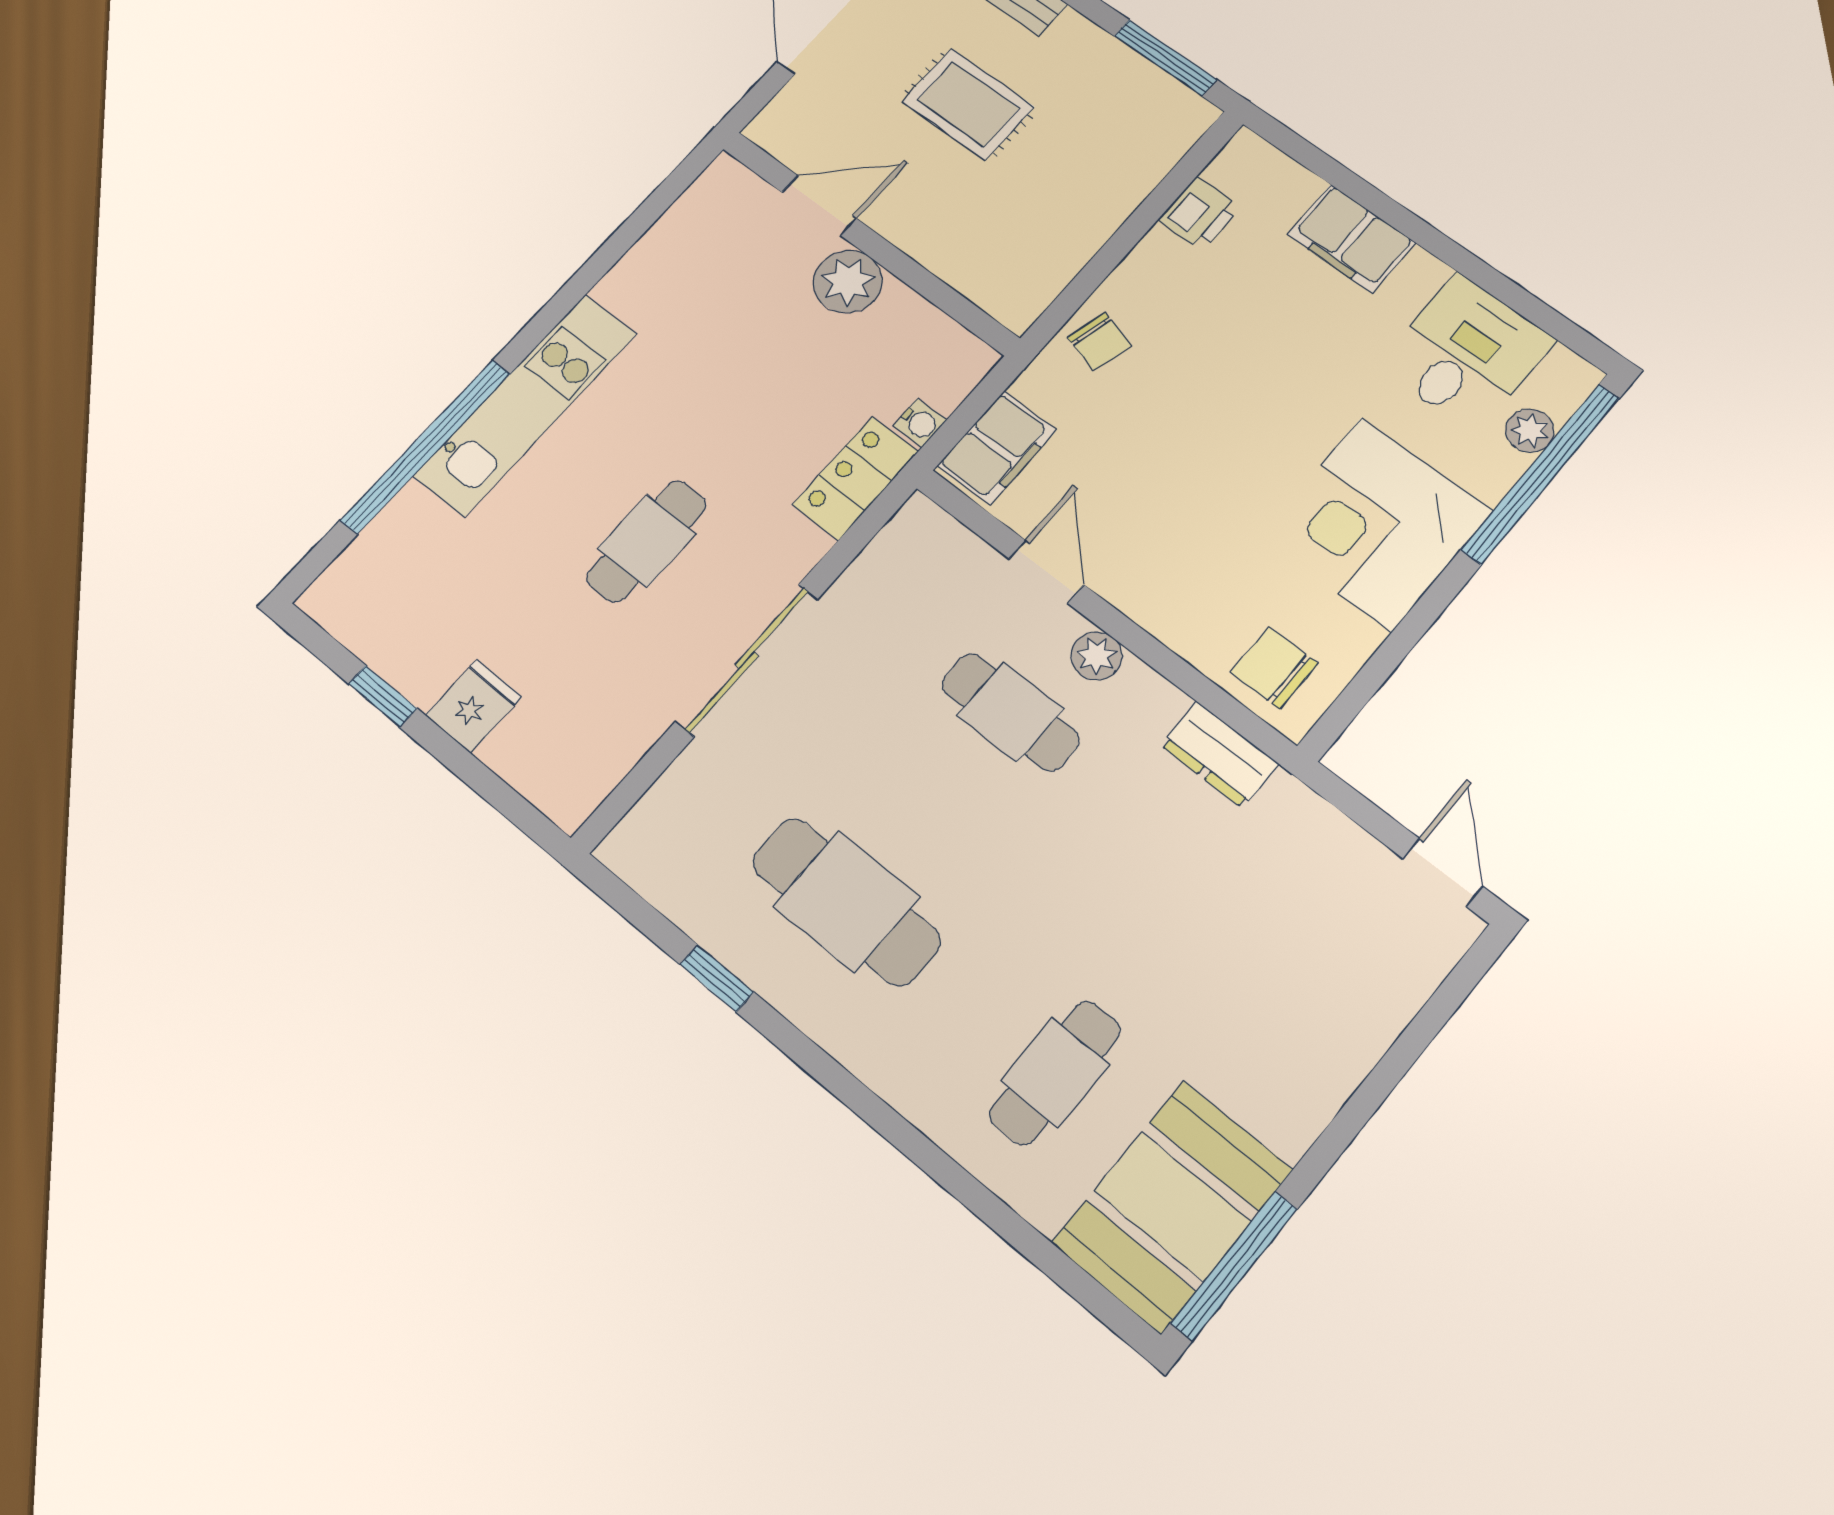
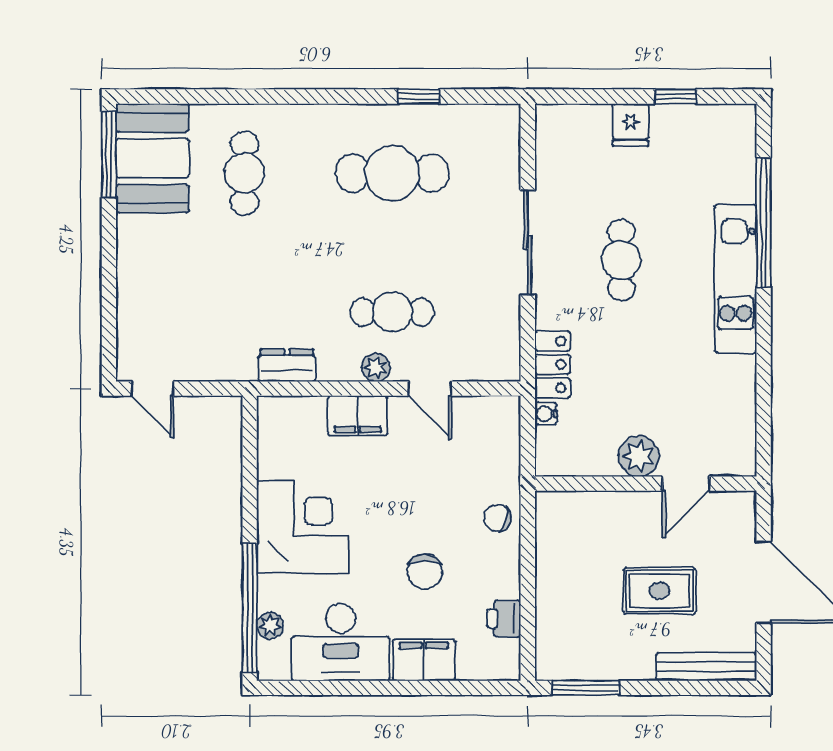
desk: (1466, 353) -> (341, 642), width x1.37
filing cabinet: (997, 448) -> (358, 416), moved, turned -90
chair: (1274, 668) -> (425, 572), moved, turned 90

